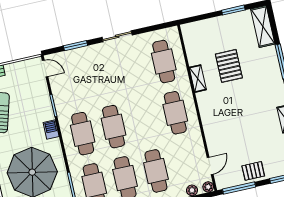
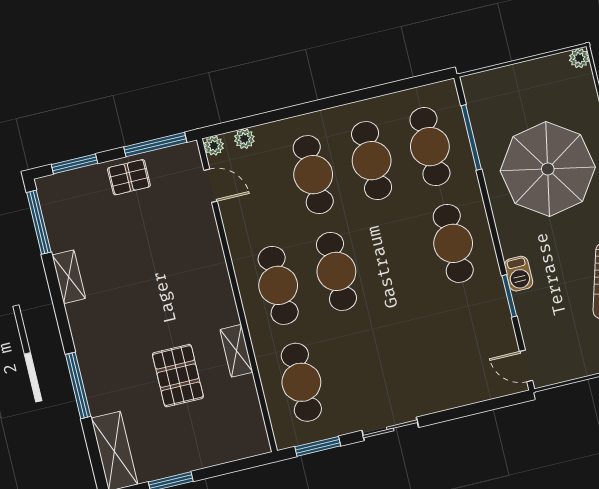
window: (75, 46) -> (318, 446), moved
cafe table: (114, 127) -> (336, 271), moved
barbecue: (51, 130) -> (519, 274), moved
door: (210, 166) -> (211, 186), swing flipped

